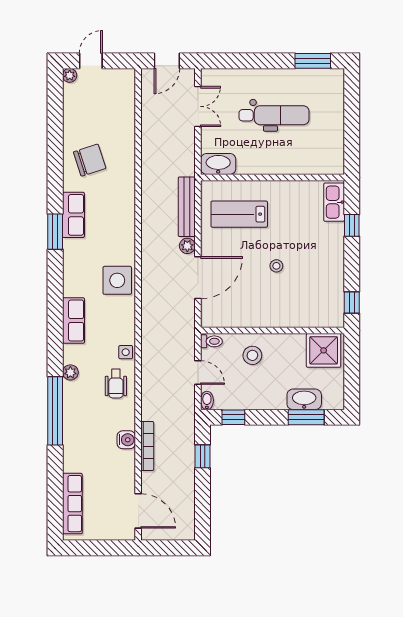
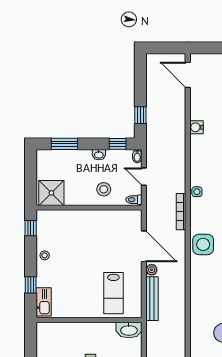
lab bench: (239, 214) -> (113, 293), turned 90
stool: (276, 266) -> (45, 255), moved
door: (198, 278) -> (144, 246), swing flipped
wheelchair: (116, 384) -> (204, 168), removed
washbasin: (304, 399) -> (99, 155), moved, width x0.52, depth x0.69
bookcase: (147, 446) -> (181, 212), moved

